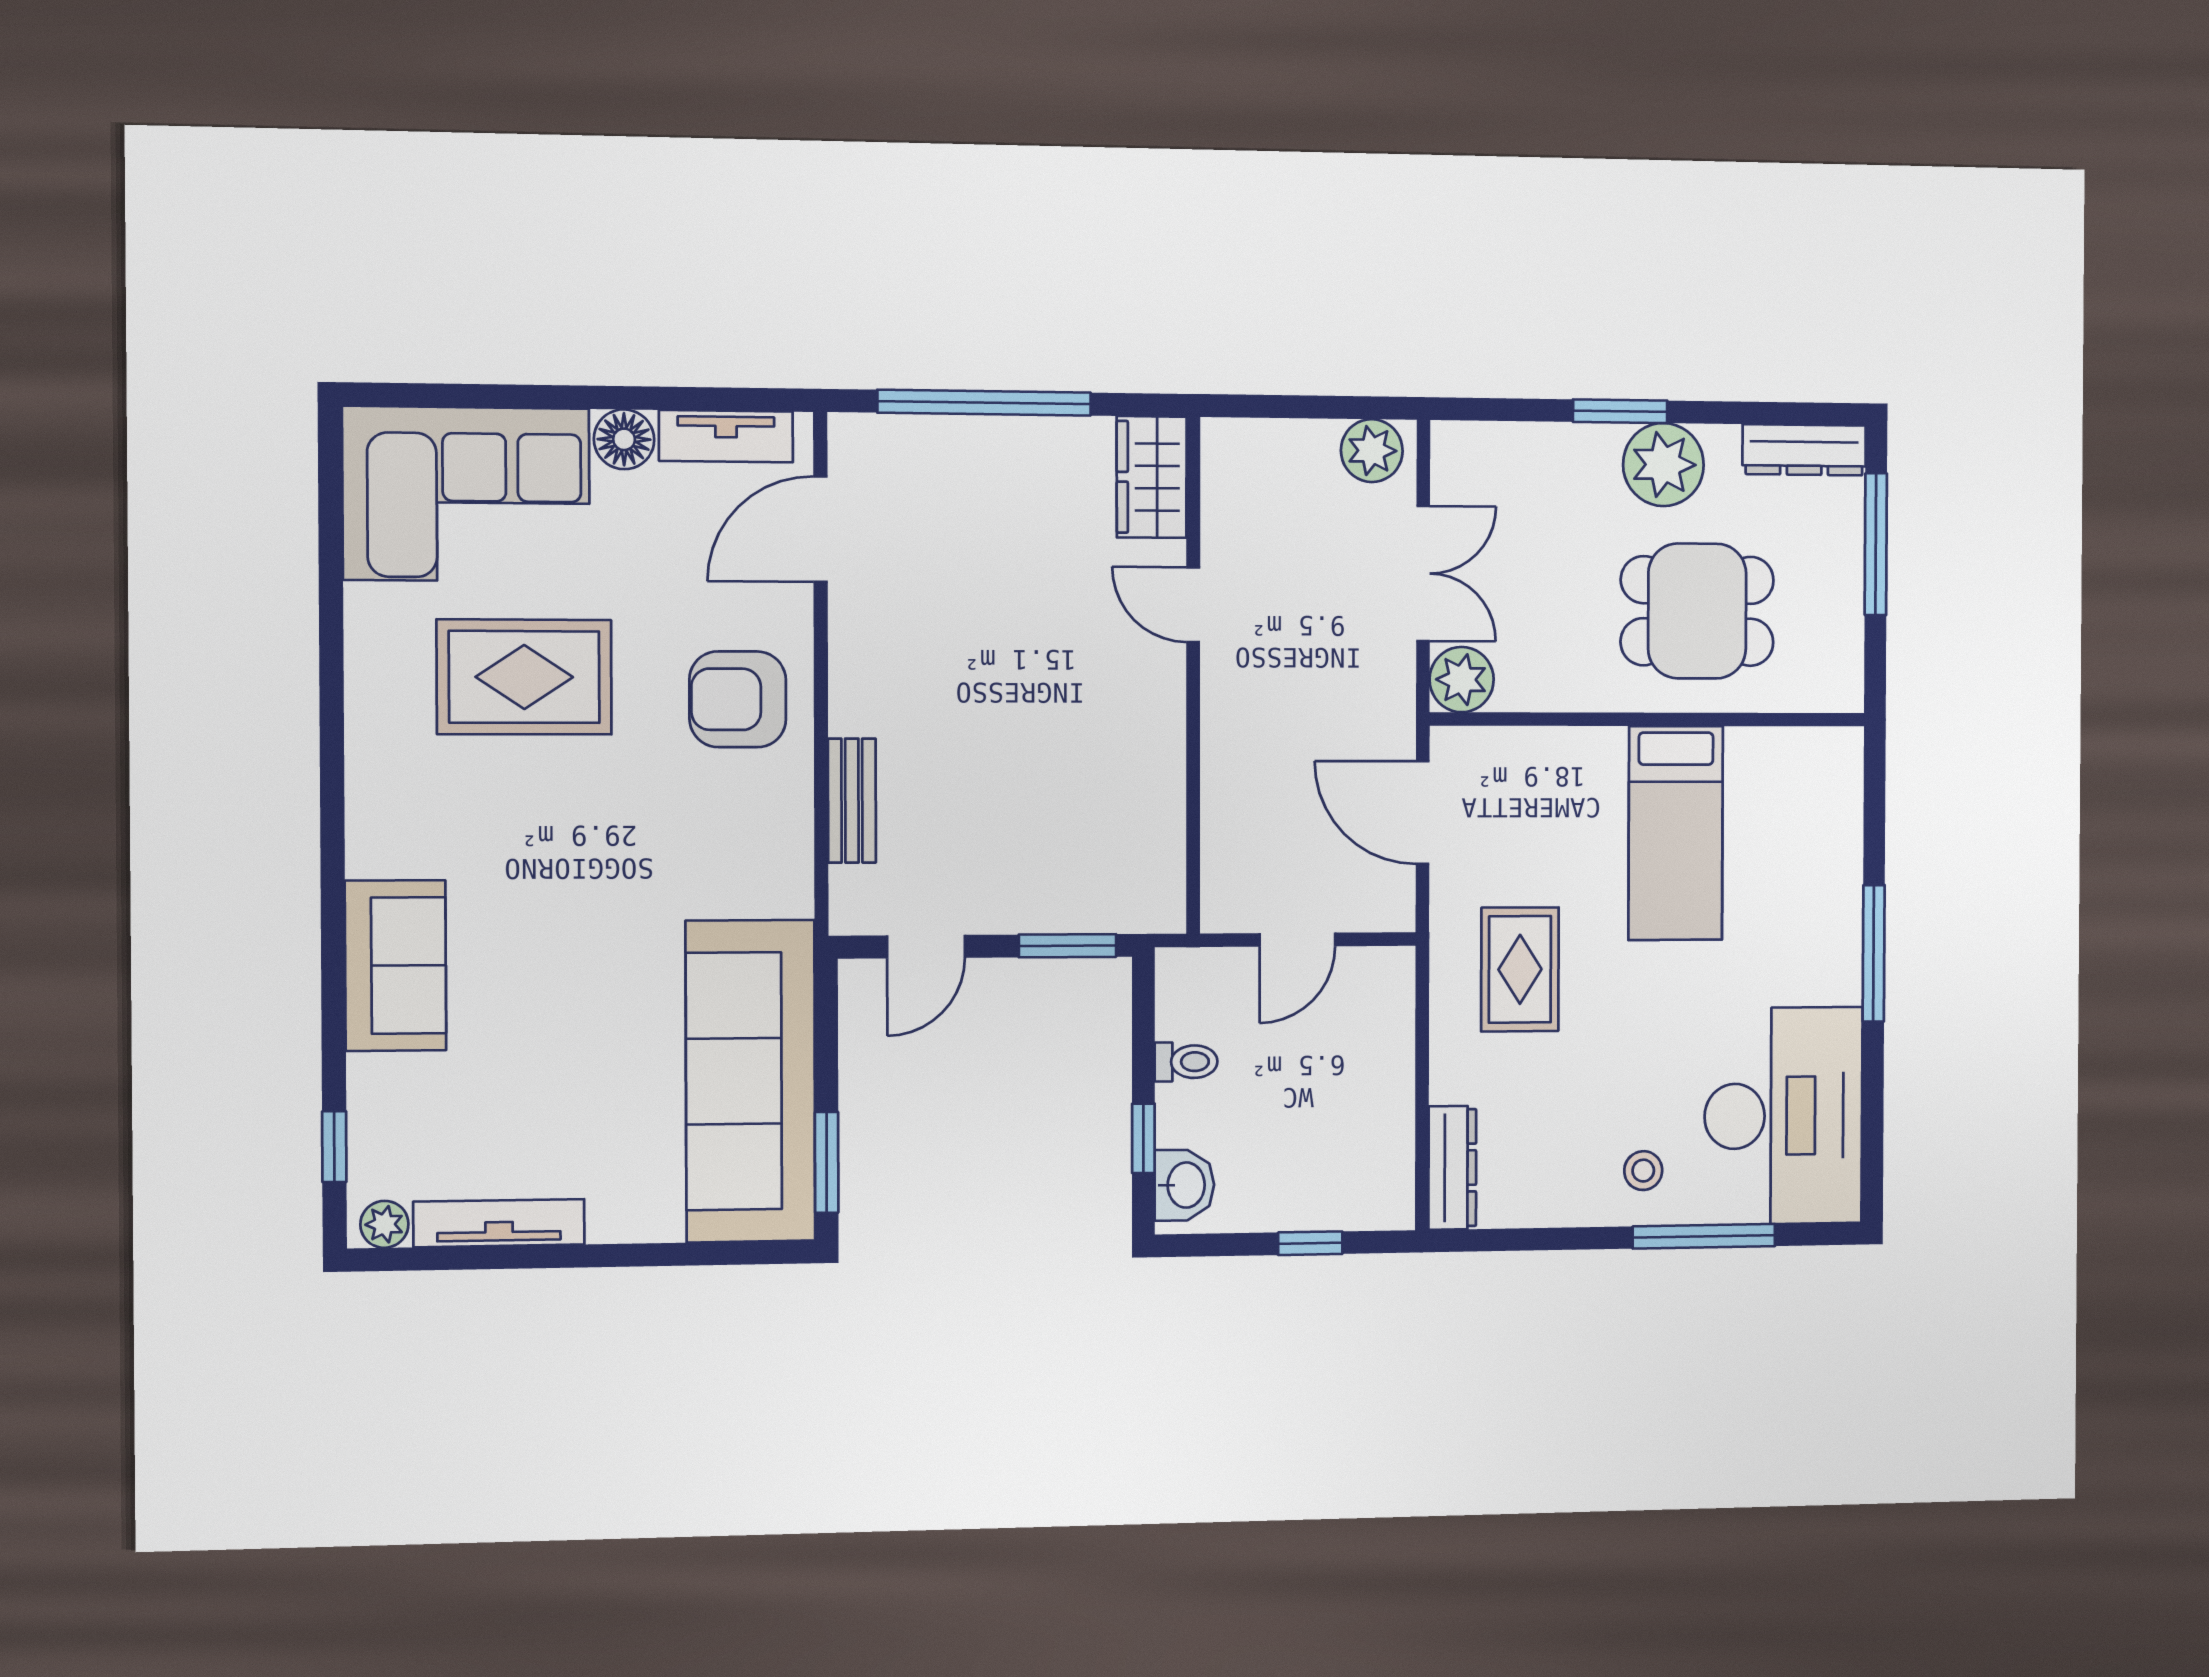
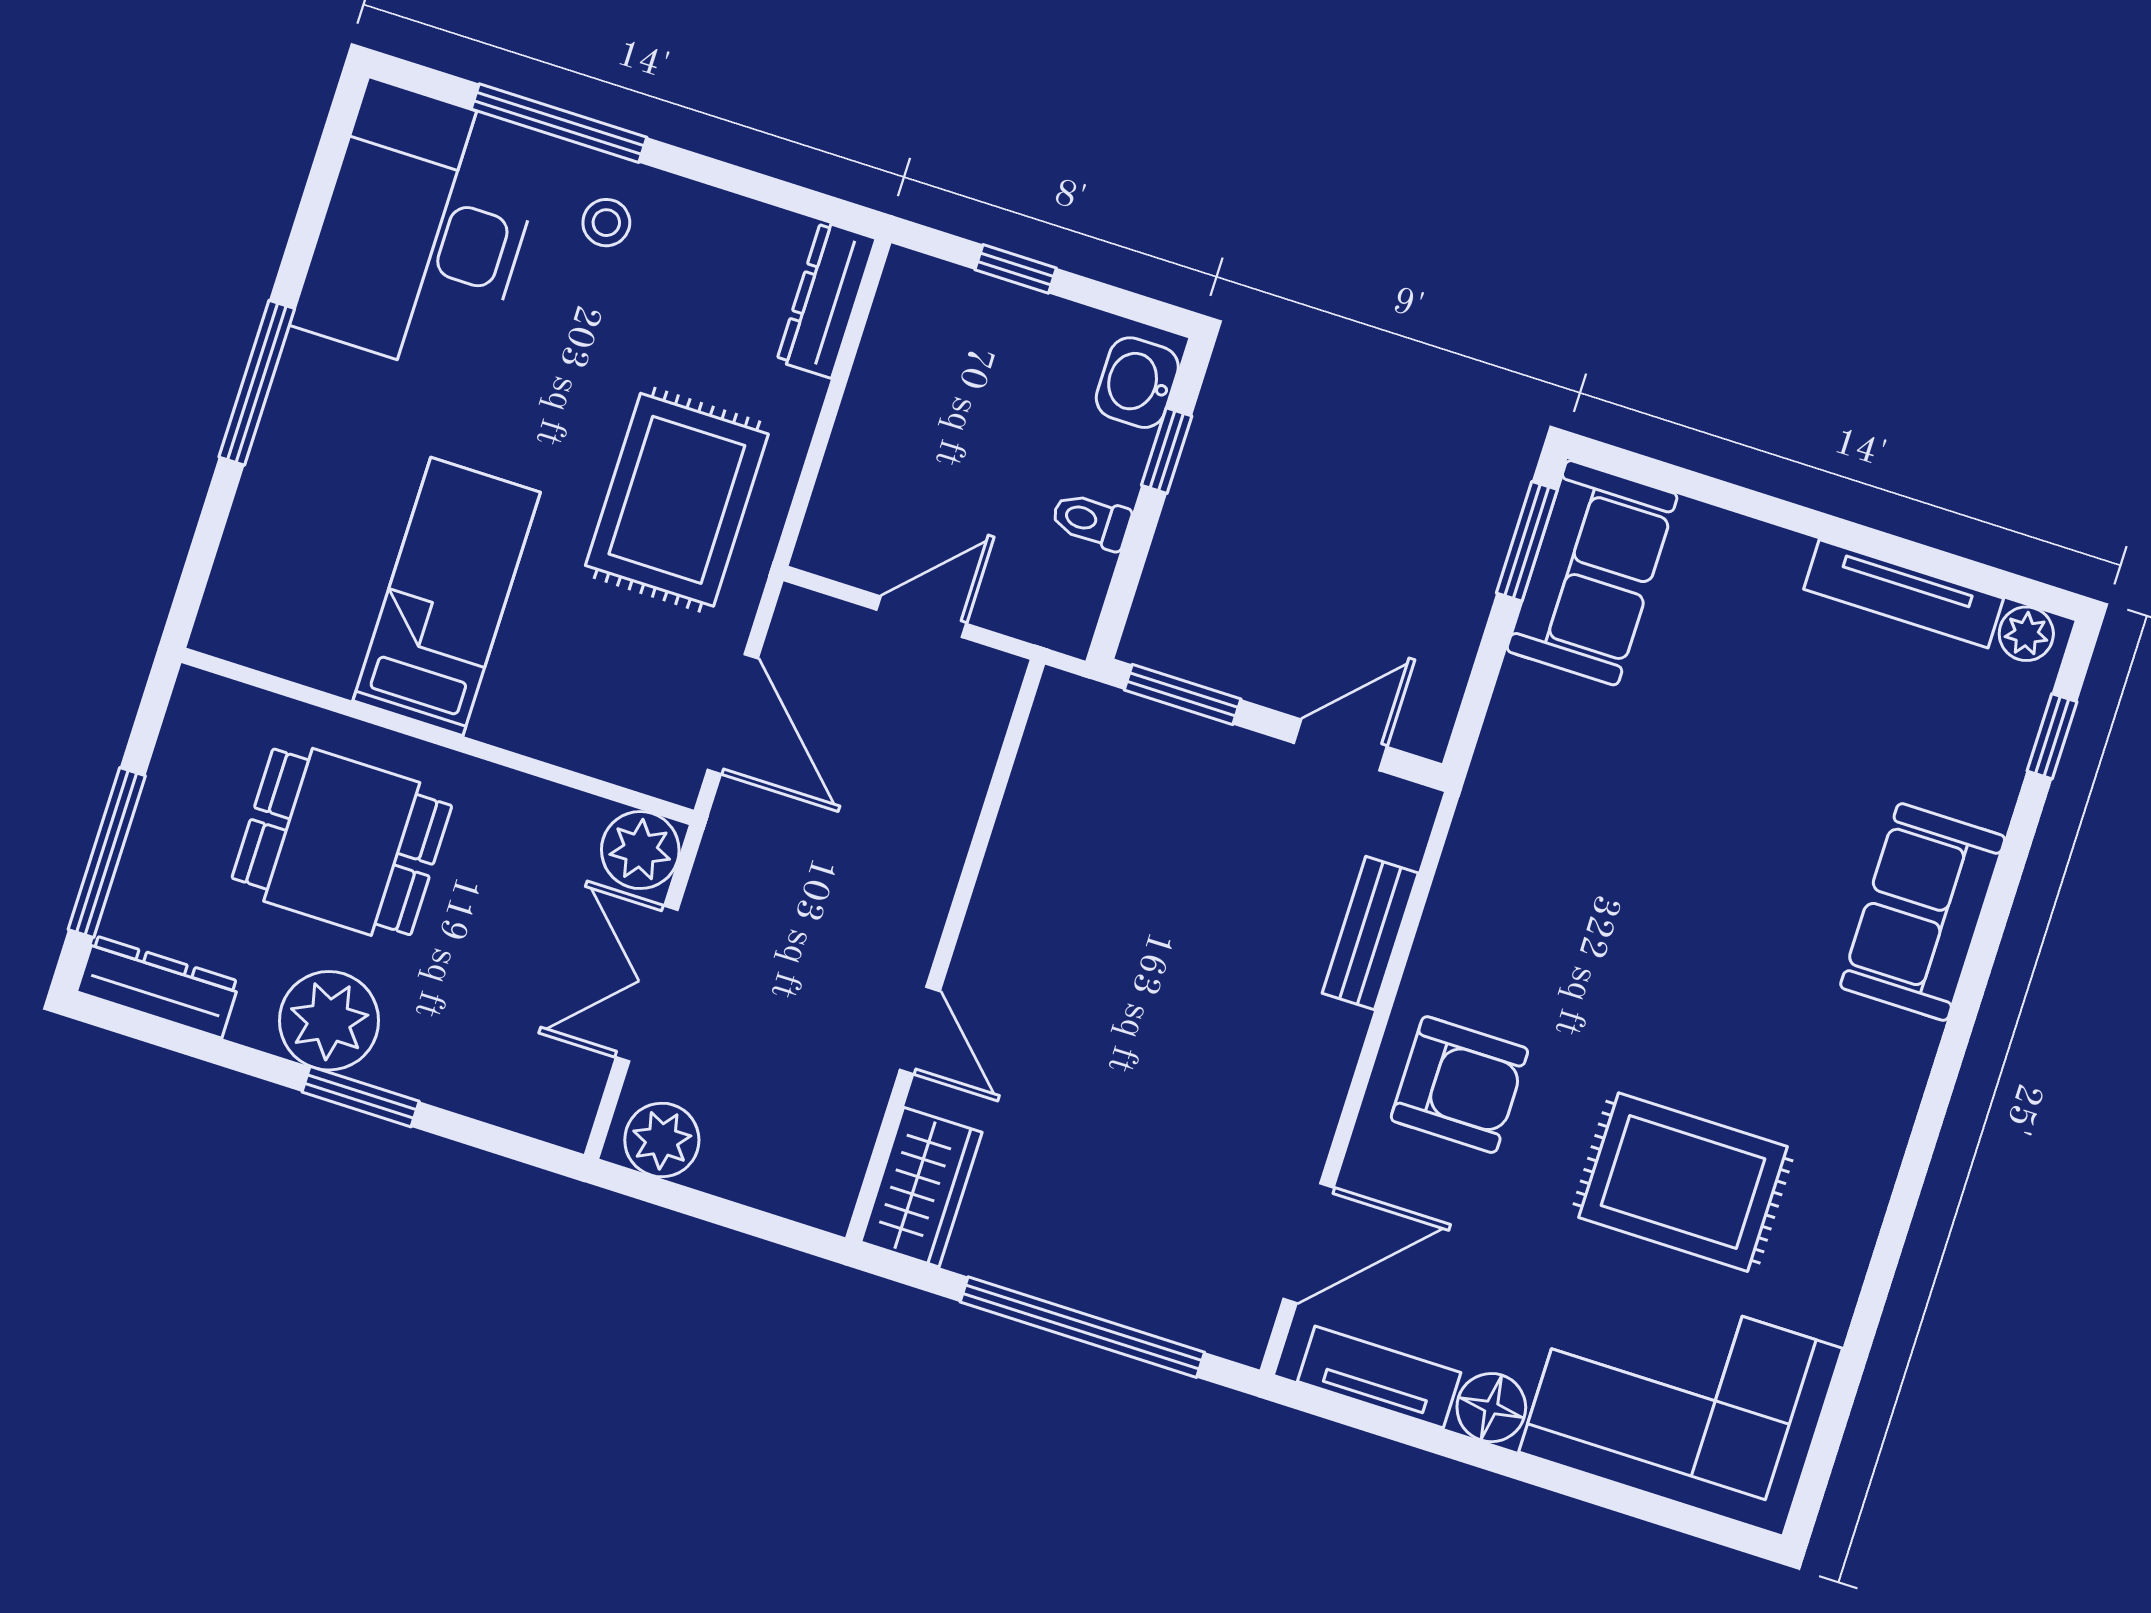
rug: (1520, 969) -> (677, 500), width x1.36, depth x1.43
sofa: (751, 1081) -> (1592, 573), width x0.54, depth x0.79

